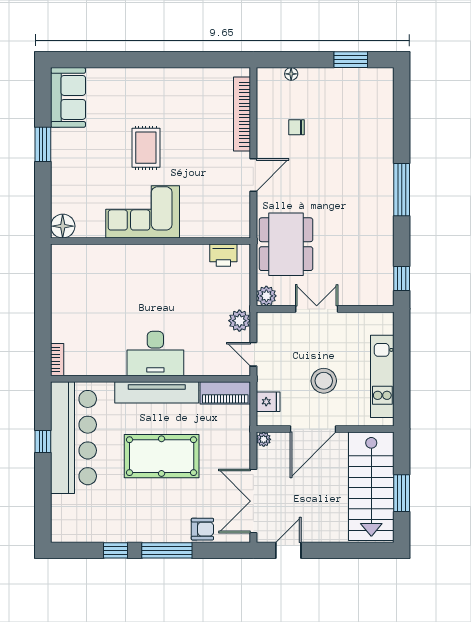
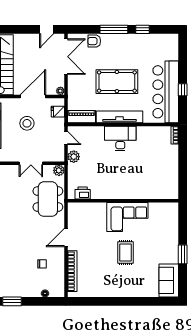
floor lamp: (63, 226) -> (172, 209), removed

